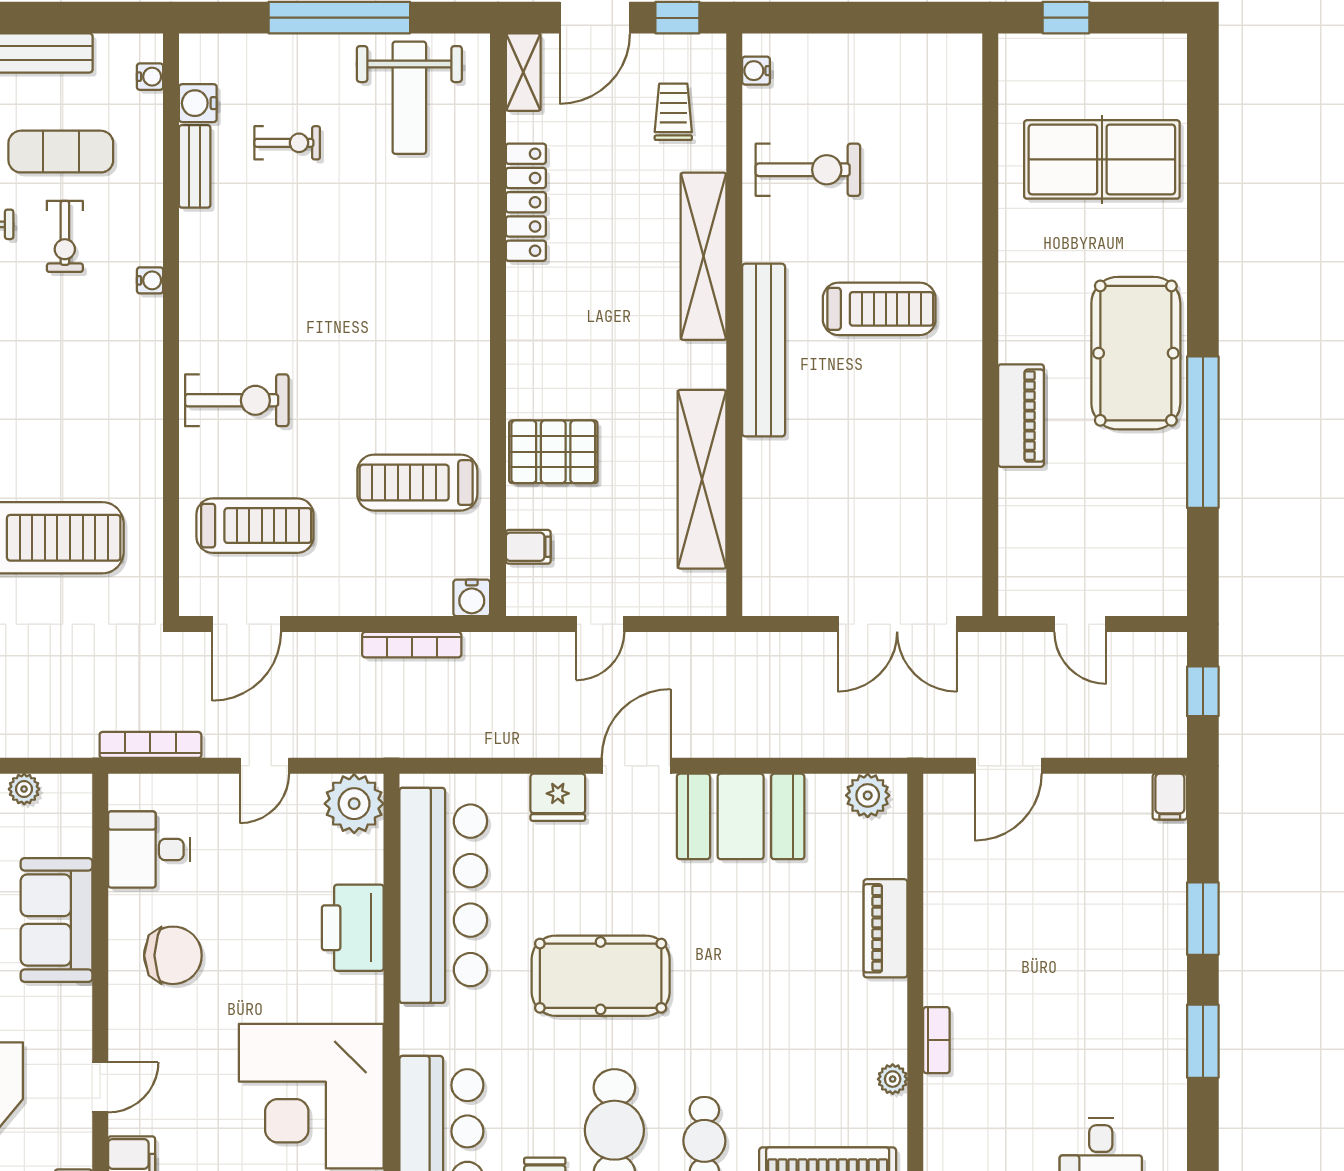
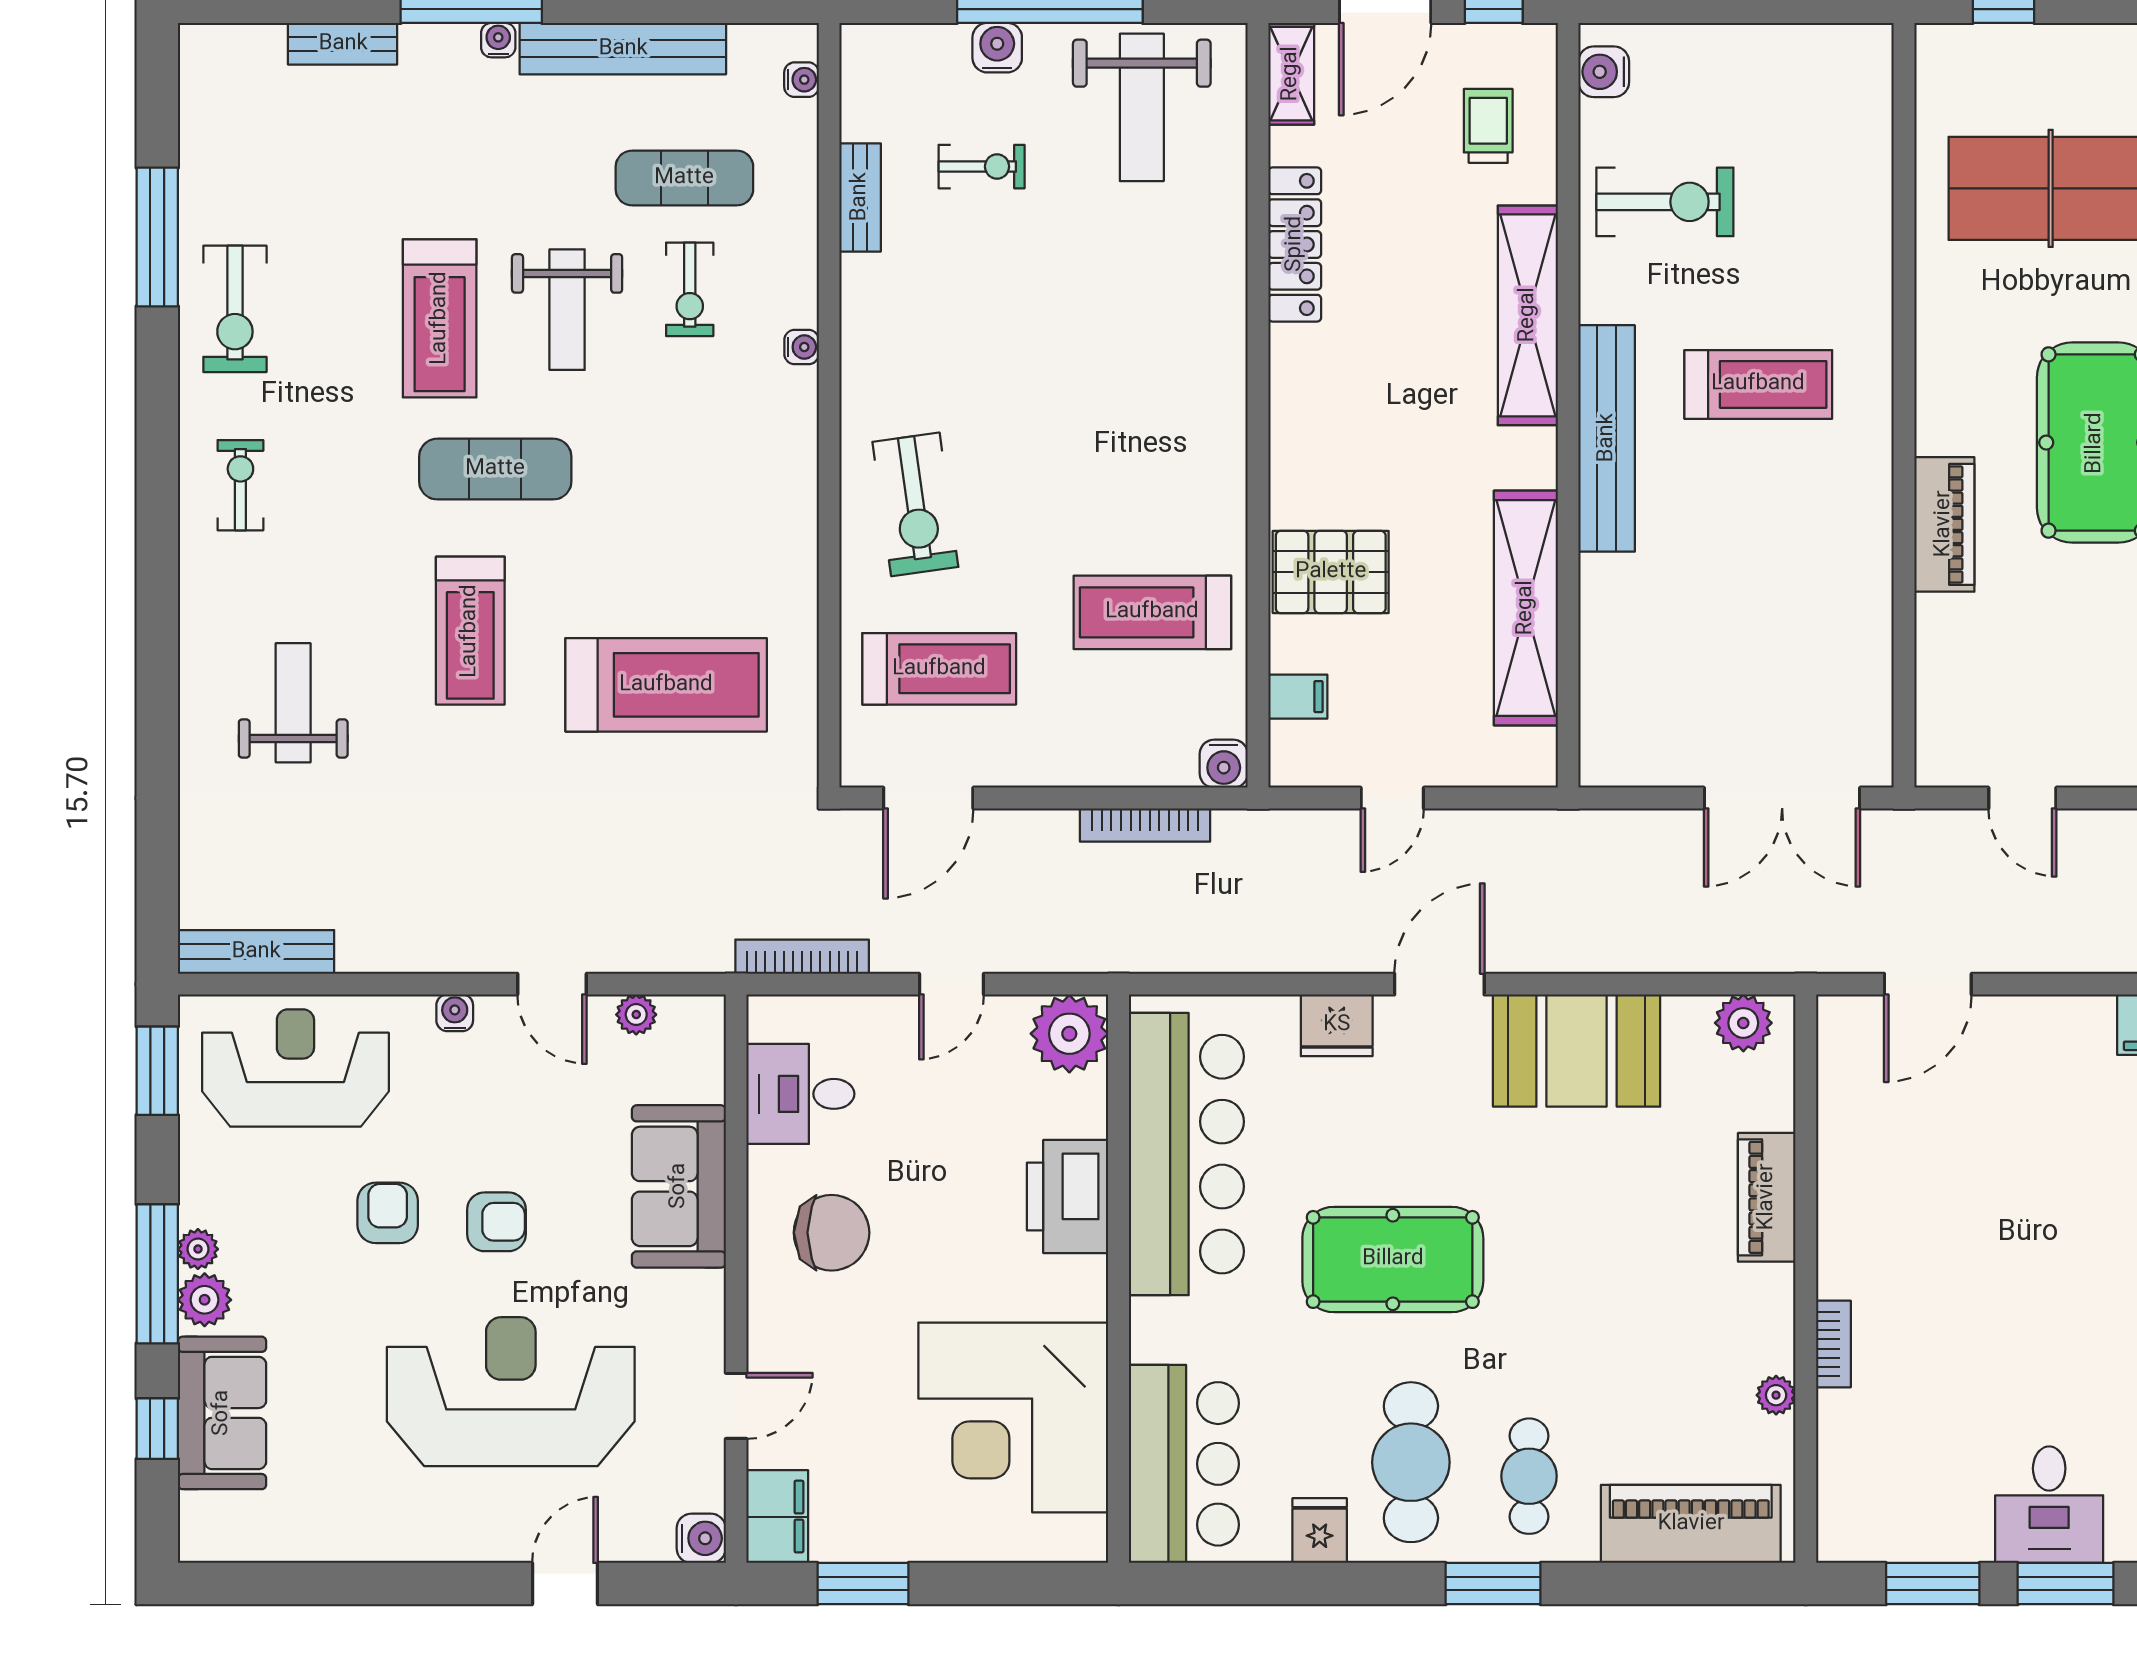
water cooler: (756, 71) -> (1604, 72), width x1.38, depth x1.38
water cooler: (198, 103) -> (997, 48), moved, turned 90
exercise bike: (237, 400) -> (915, 504), turned 82

